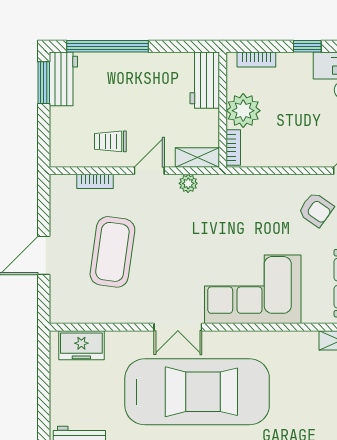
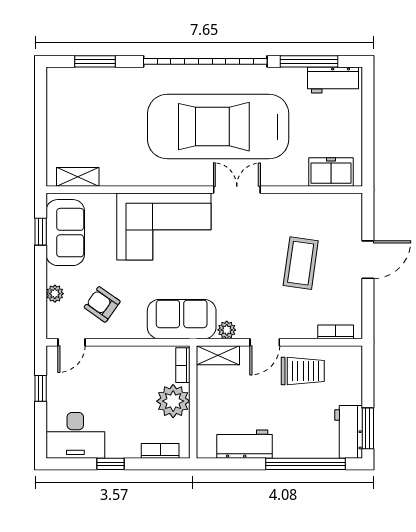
workbench: (205, 80) -> (244, 444), moved, turned -90
trolley: (110, 141) -> (303, 371), width x1.36, depth x1.39
bookcase: (95, 181) -> (336, 332), moved
sofa: (234, 195) -> (182, 319), added
coffee table: (112, 252) -> (301, 263), width x0.73, depth x0.76

